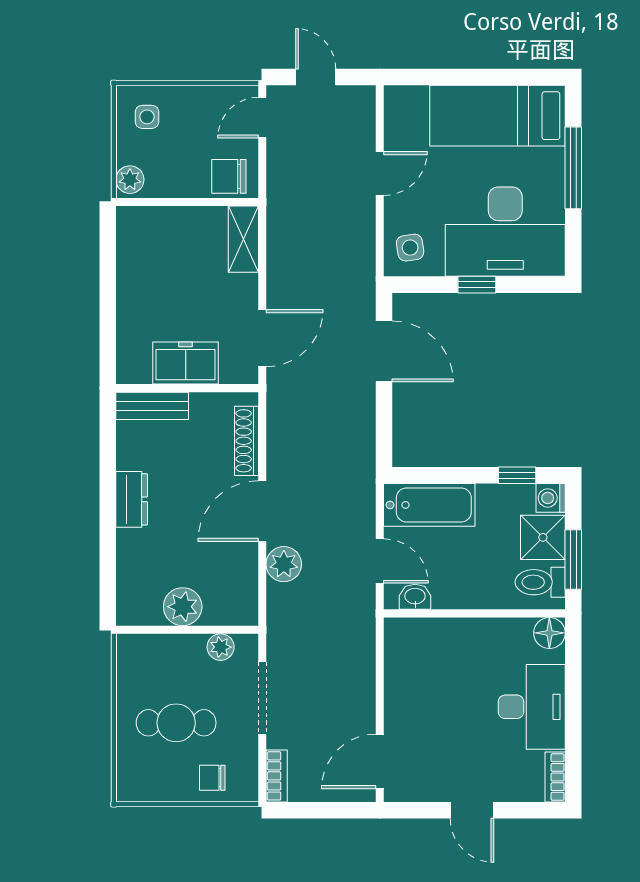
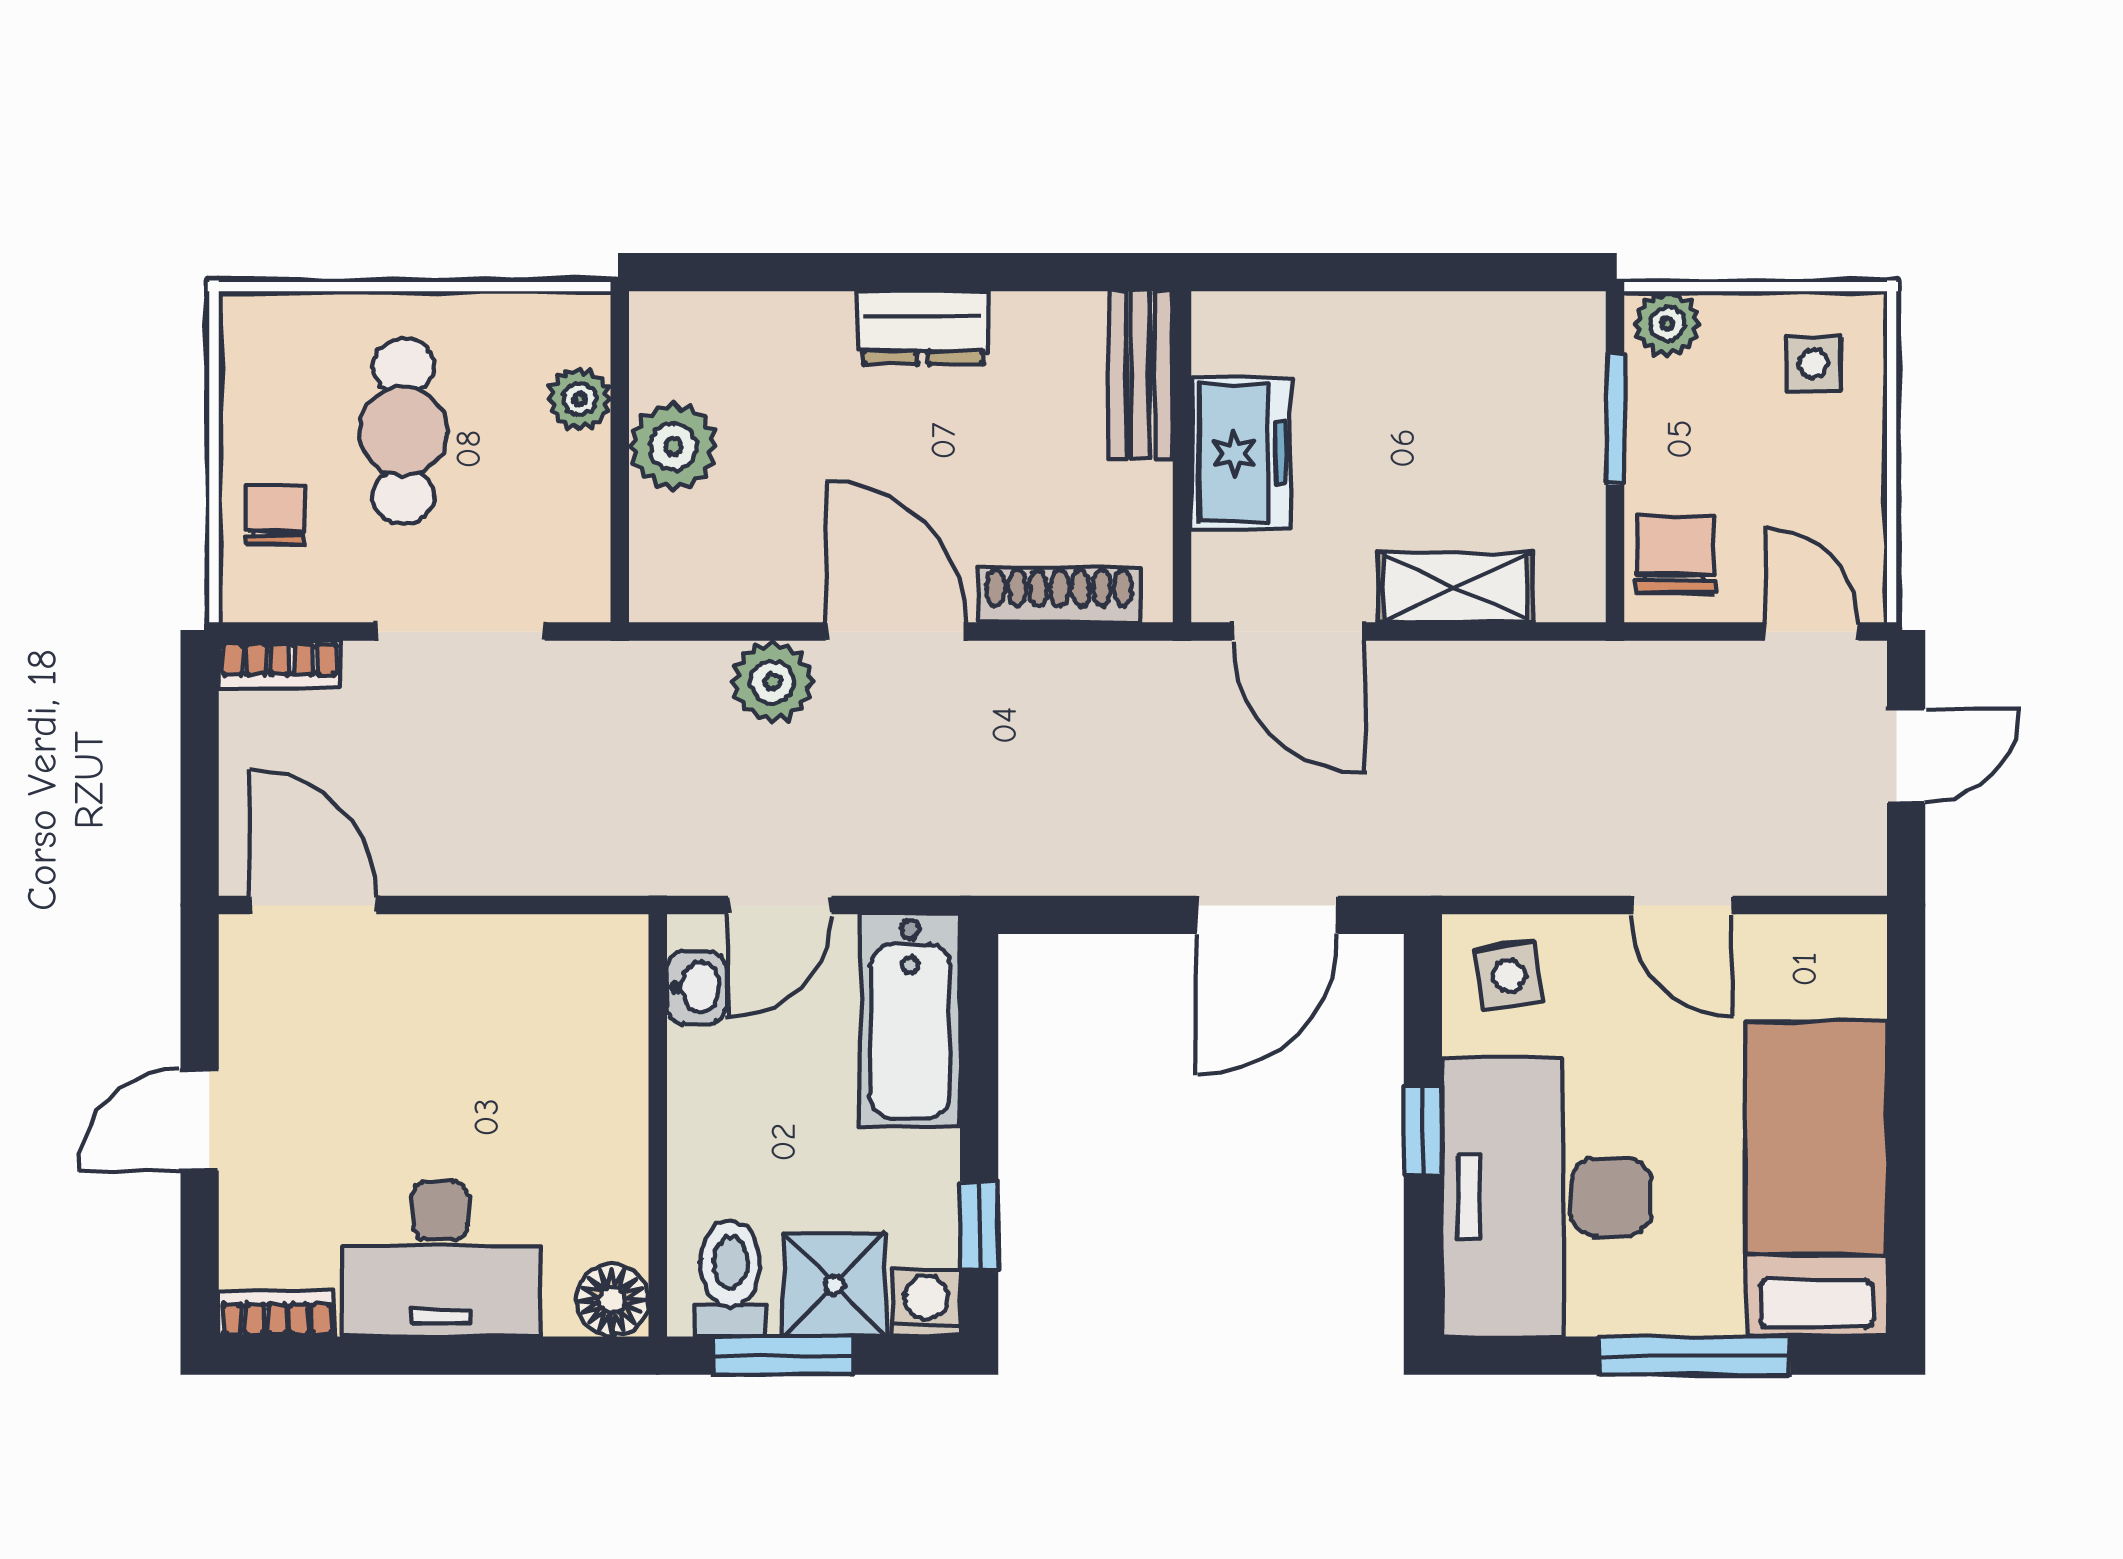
window: (171, 202) -> (1615, 419), added
shelving: (243, 239) -> (1456, 588), moved
plant: (221, 647) -> (579, 399), moved

